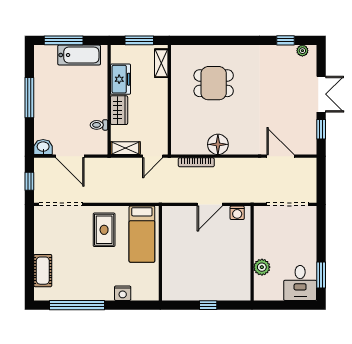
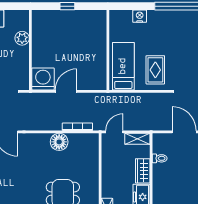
washing machine: (237, 213) -> (43, 79), width x1.89, depth x1.89

